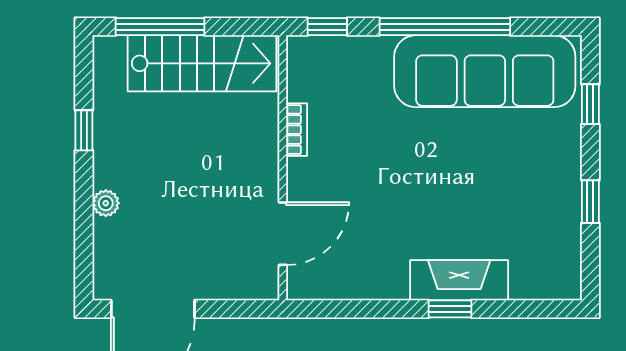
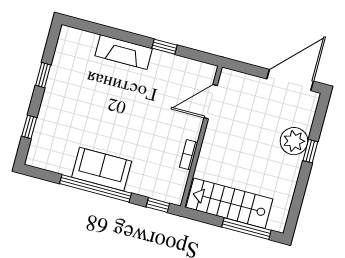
sofa: (485, 71) -> (102, 169), width x0.54, depth x0.79
window: (84, 130) -> (310, 151), moved
plant: (106, 203) -> (294, 141), width x1.87, depth x1.87
window: (450, 309) -> (165, 47), moved

